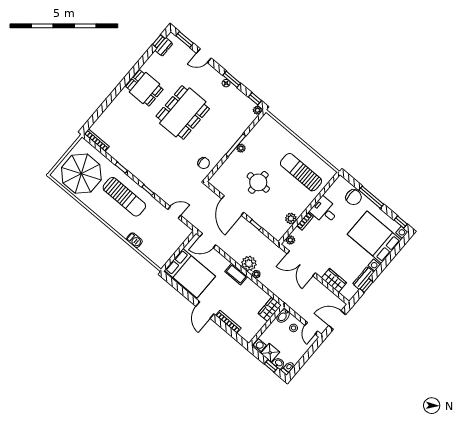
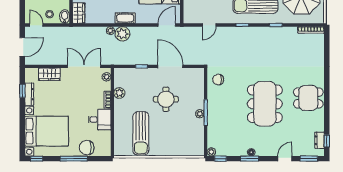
sun lounger: (301, 172) -> (141, 133), turned 90

